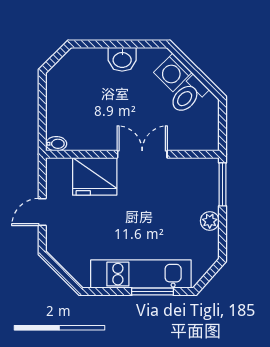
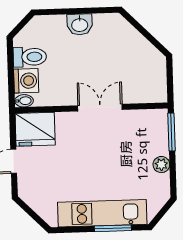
washing machine: (173, 72) -> (26, 81), moved, turned -135
toilet: (188, 95) -> (30, 57), moved, turned -135
fridge: (95, 176) -> (35, 129), moved

